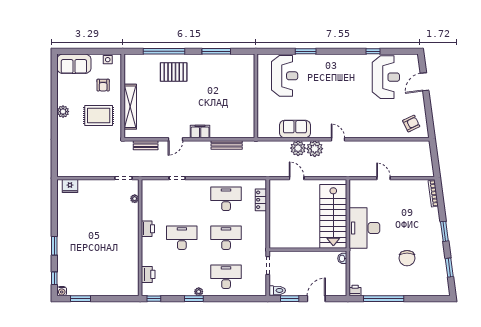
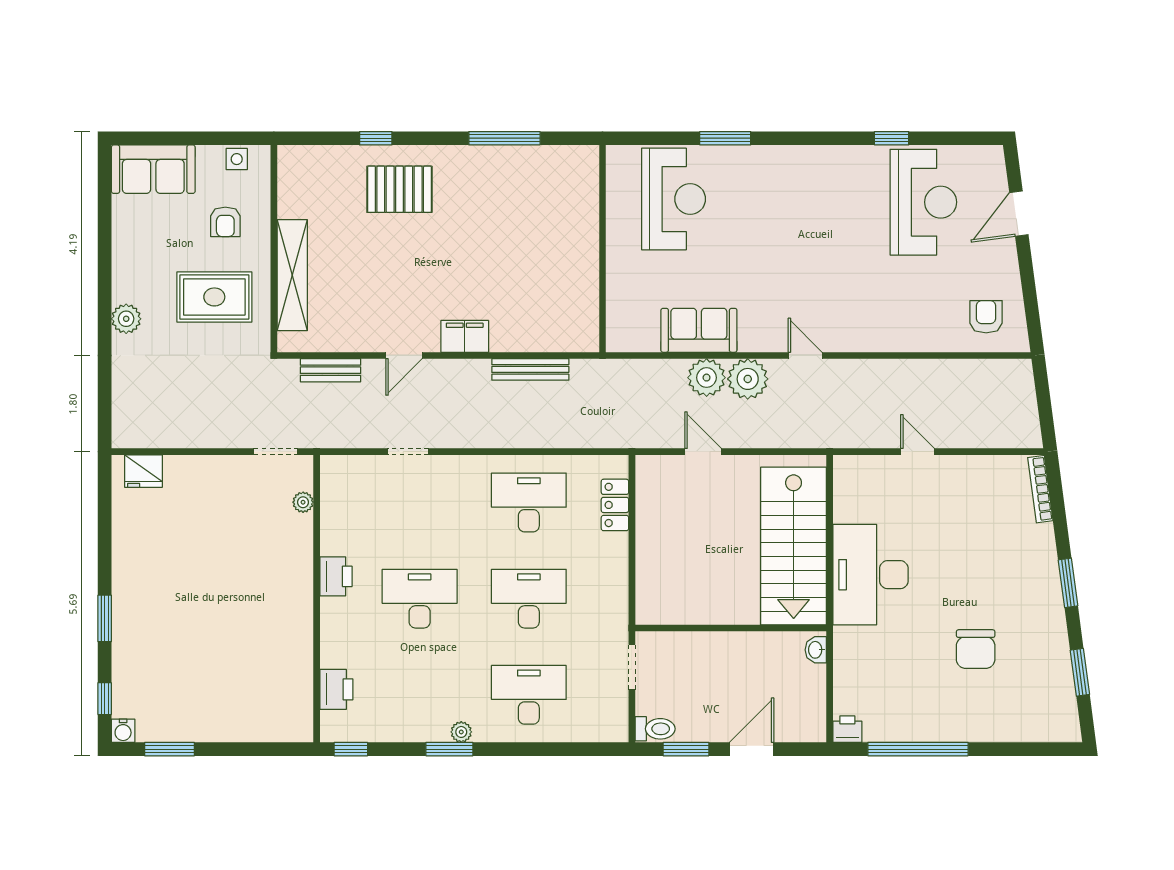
window: (164, 51) -> (376, 138), width x0.32
plant: (63, 112) -> (126, 319), moved
armchair: (411, 123) -> (986, 317), turned -64

